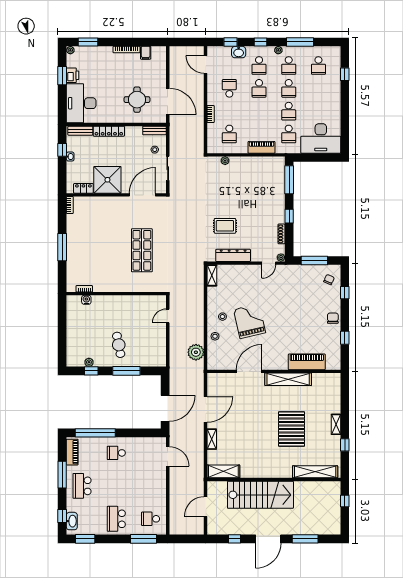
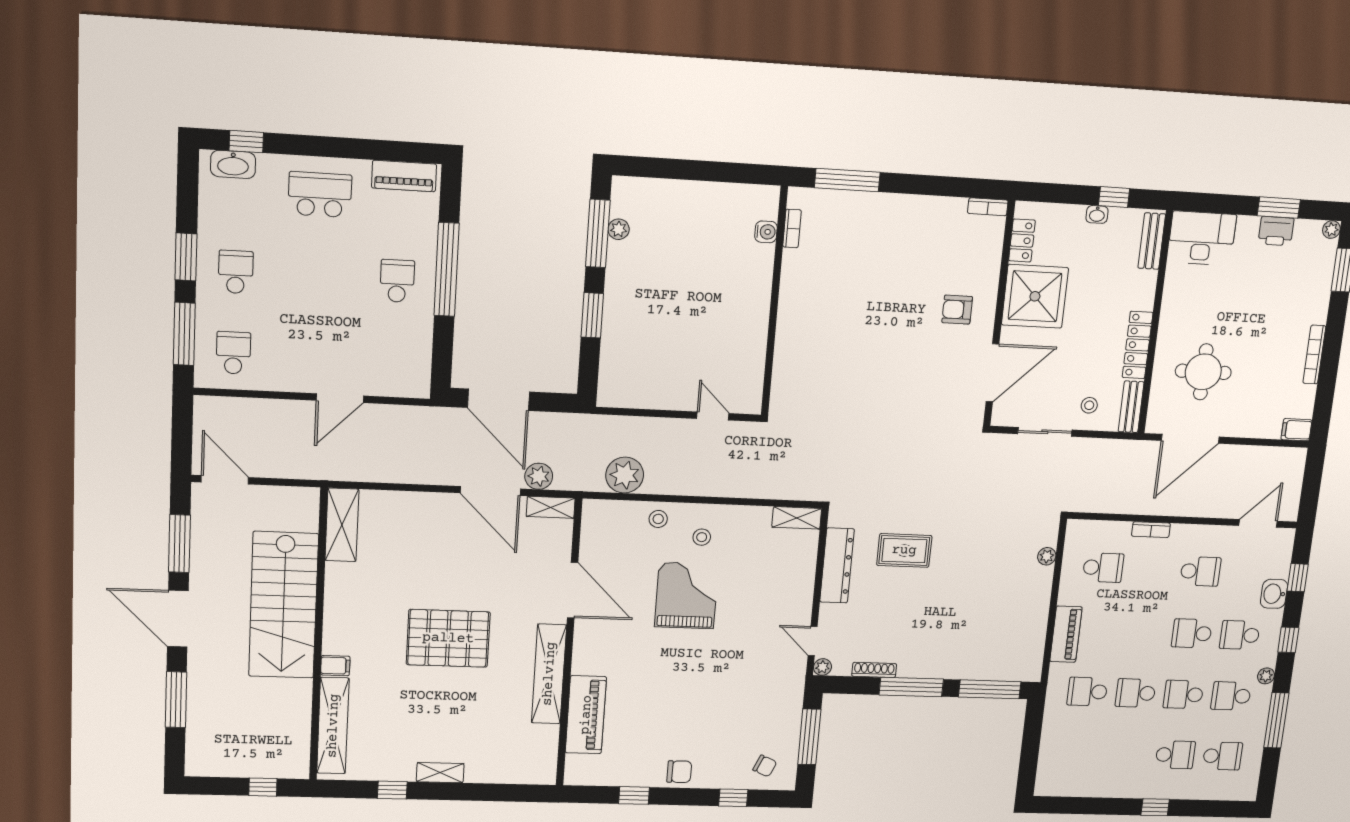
filing cabinet: (146, 53) -> (1296, 430), moved
school desk: (318, 66) -> (1222, 756), turned 180
window: (345, 74) -> (1155, 807), moved
school desk: (318, 88) -> (1175, 755), added
desk: (81, 103) -> (1202, 238), width x0.73, depth x0.77
locker: (109, 131) -> (1138, 345), moved
school desk: (229, 134) -> (1103, 568), turned 180
desk: (321, 139) -> (1070, 757), removed
door: (142, 195) -> (992, 373), hinge flipped
armchair: (115, 214) -> (957, 310), added
window: (289, 216) -> (911, 687), width x2.17
rug: (225, 226) -> (904, 550), turned 90
window: (62, 247) -> (847, 180), moved
shop shelf: (142, 250) -> (868, 365), removed
grand piano: (250, 321) -> (686, 595), turned -77
cafe table: (119, 345) -> (655, 301), removed
window: (91, 371) -> (598, 233), width x2.17
window: (126, 371) -> (592, 315), width x0.69
plant: (198, 389) -> (539, 476), added
pallet: (292, 429) -> (448, 638), moved
window: (95, 433) -> (447, 270), moved
shelving: (212, 439) -> (551, 507), moved
door: (168, 456) -> (340, 398), moved
filing cabinet: (287, 472) -> (335, 666), added
window: (62, 475) -> (349, 148), removed
door: (206, 507) -> (225, 480), moved
school desk: (116, 519) -> (236, 272), width x0.54
window: (85, 539) -> (186, 257), moved
window: (235, 539) -> (179, 544), width x2.17

